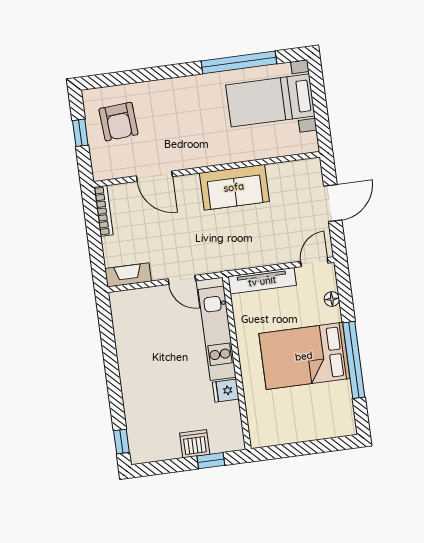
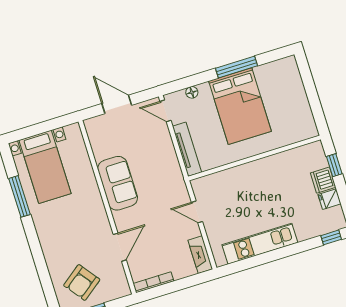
window: (239, 62) -> (19, 196), width x0.68
armchair: (119, 122) -> (82, 282), turned 147
door: (182, 280) -> (197, 212), swing flipped
kitchen unit: (217, 333) -> (260, 244), moved, turned 180
window: (354, 360) -> (236, 67), width x0.68
fridge: (226, 391) -> (329, 199), moved, turned 90

